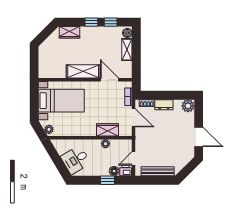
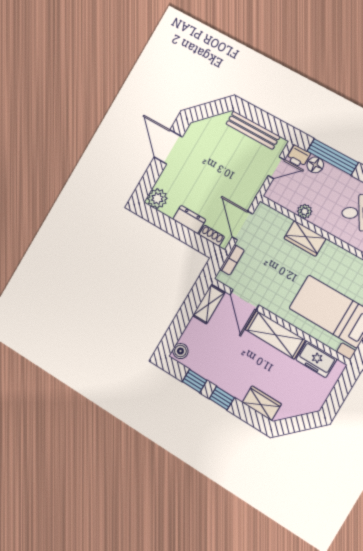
shelving: (127, 50) -> (209, 304), moved
freezer: (55, 71) -> (316, 359), added
wardrobe: (108, 130) -> (305, 238), moved
window: (108, 180) -> (333, 157), width x2.17

